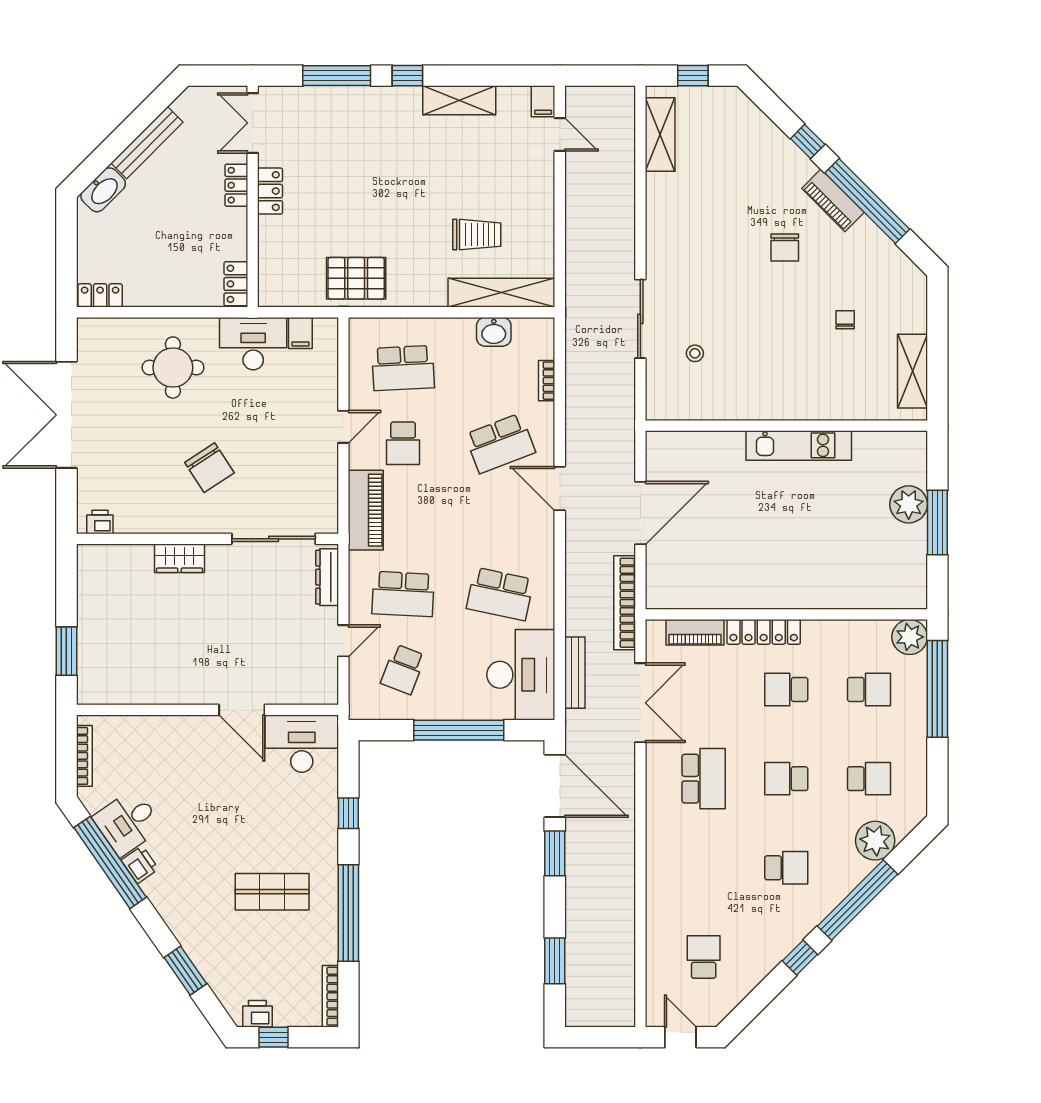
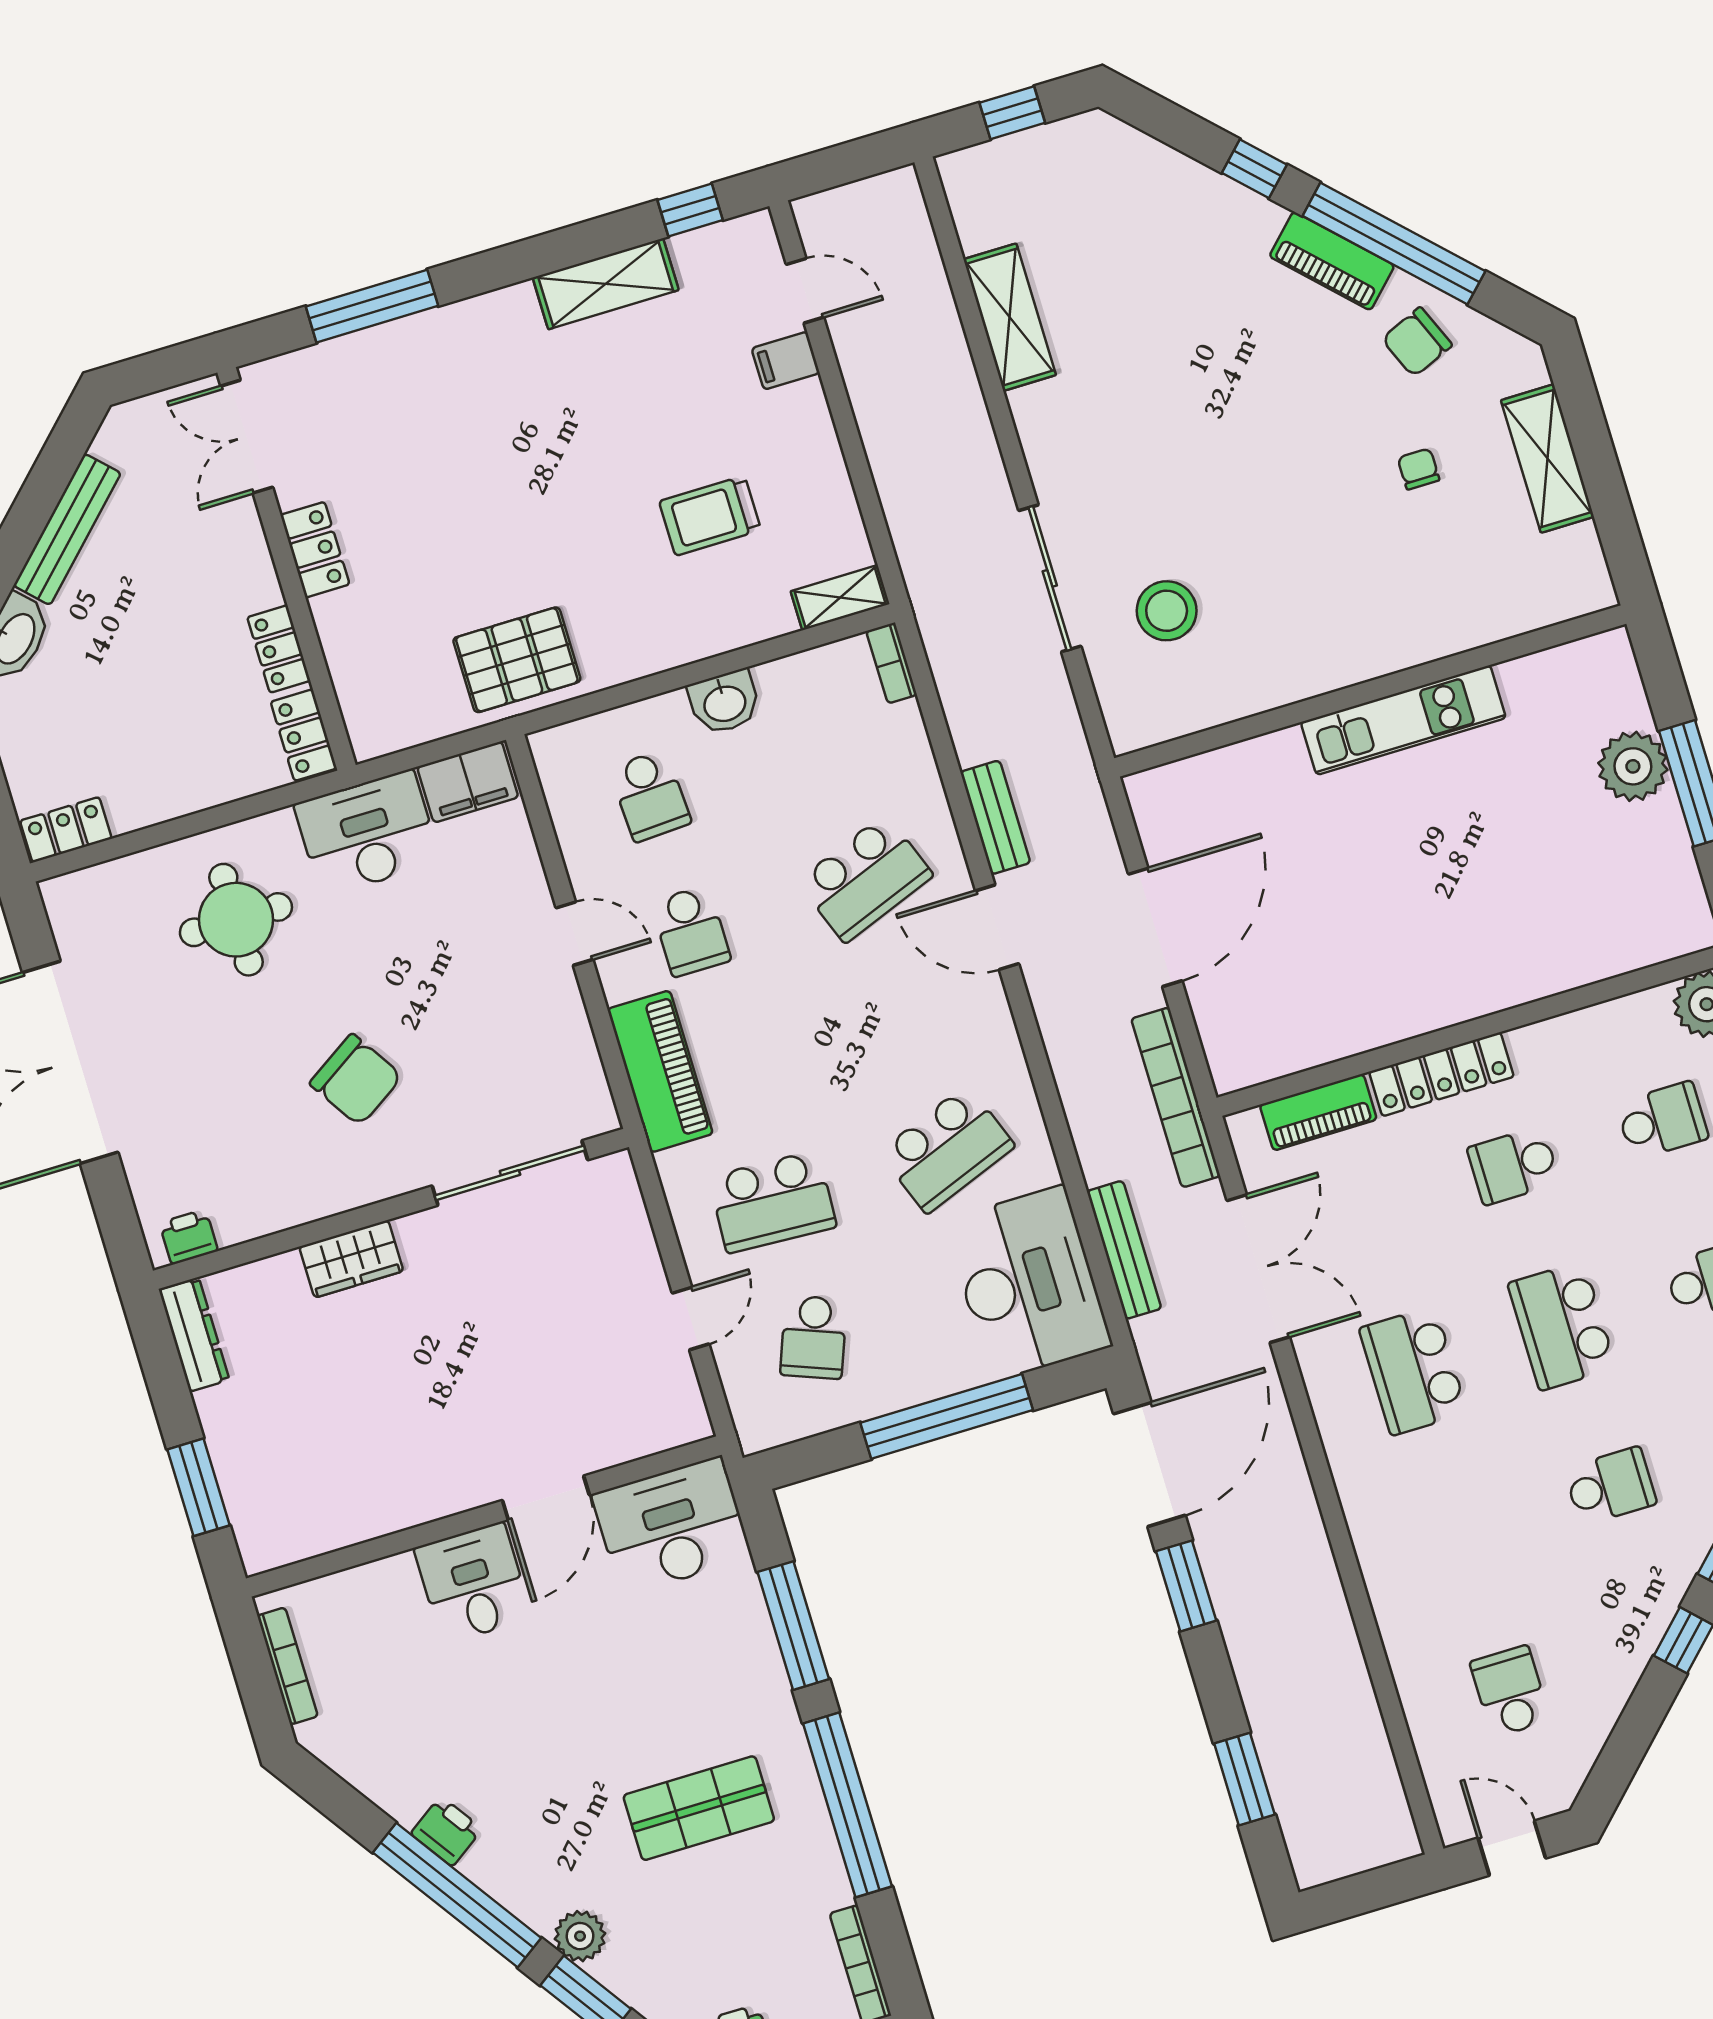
window: (407, 76) -> (690, 210), moved
filing cabinet: (543, 101) -> (786, 361), moved, turned 90
shelving: (660, 134) -> (1010, 317), moved
locker: (236, 185) -> (279, 649), moved
trolley: (477, 235) -> (710, 516), turned 180
chair: (785, 247) -> (1417, 342), moved, turned 67
shelving: (501, 293) -> (840, 598), width x0.45, depth x0.75
washbasin: (494, 332) -> (724, 702), moved
filing cabinet: (300, 333) -> (468, 782), width x2.00
stool: (695, 353) -> (1167, 611), width x1.89, depth x1.89
school desk: (403, 368) -> (650, 796), width x0.54
shelving: (912, 371) -> (1547, 458), moved
bookcase: (547, 381) -> (892, 663), moved
door: (343, 427) -> (574, 934), hinge flipped
bench: (576, 432) -> (995, 817), added
dresser: (327, 577) -> (194, 1335), moved, turned 180
school desk: (500, 594) -> (947, 1149), turned -33
door: (242, 710) -> (546, 1498), hinge flipped
school desk: (704, 779) -> (1413, 1371), turned 180
school desk: (786, 779) -> (1562, 1326), width x1.85
door: (555, 786) -> (1149, 1464), hinge flipped
window: (348, 813) -> (793, 1626), width x2.17
desk: (128, 822) -> (473, 1583), moved, turned 125
window: (110, 862) -> (457, 1895), moved
plant: (192, 939) -> (580, 1936), added

